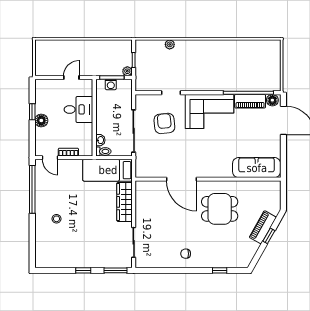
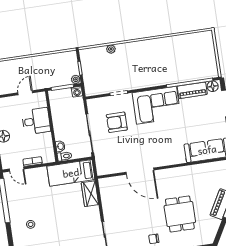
washing machine: (111, 84) -> (77, 92), moved
armchair: (164, 123) -> (117, 122), turned -84
wardrobe: (125, 202) -> (90, 194), width x0.67
dining table: (220, 209) -> (180, 214), moved, turned 90

